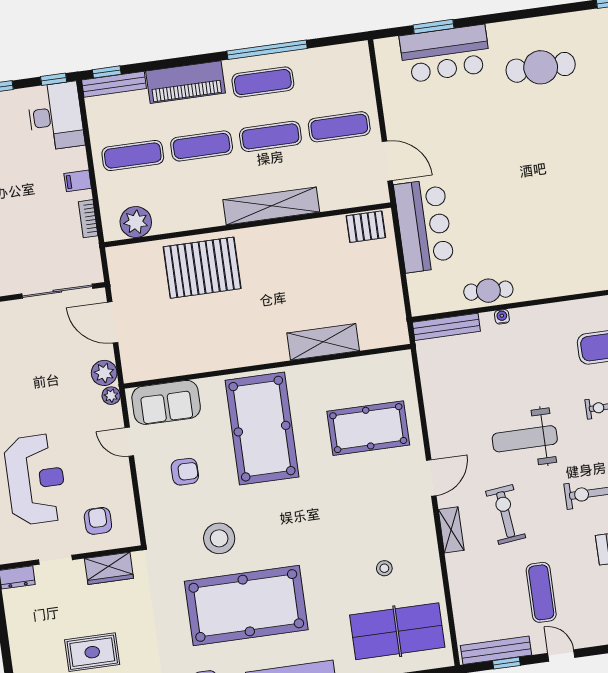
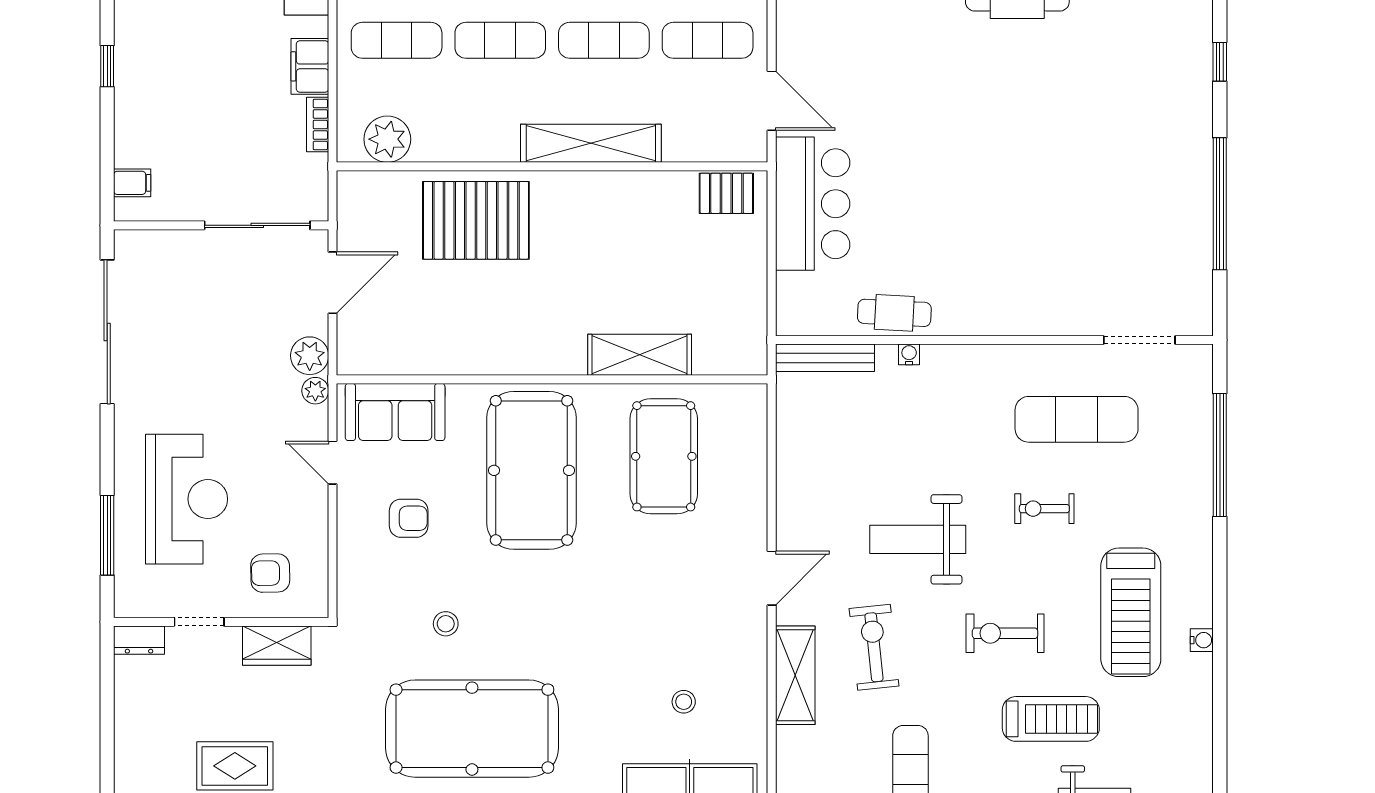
filing cabinet: (78, 181) -> (310, 66), width x2.00
door: (113, 322) -> (333, 283), swing flipped
pool table: (368, 428) -> (664, 456), moved, turned 90
armchair: (98, 521) -> (270, 573), turned -91
shelving: (451, 530) -> (795, 675), width x1.50, depth x1.33
stool: (219, 538) -> (446, 624), width x0.53, depth x0.53

